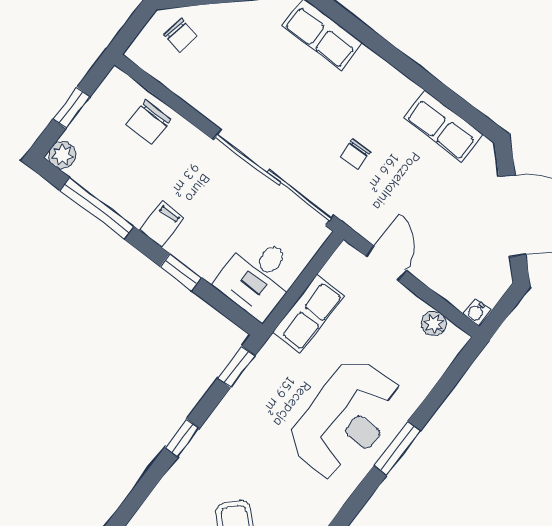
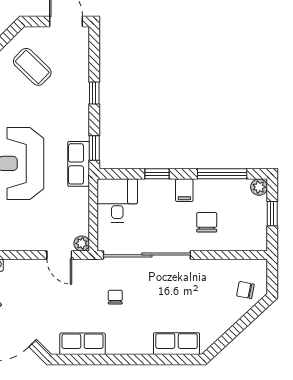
chair: (149, 122) -> (207, 222), moved
row of seats: (309, 314) -> (79, 164), moved
plant: (434, 323) -> (82, 243), moved

